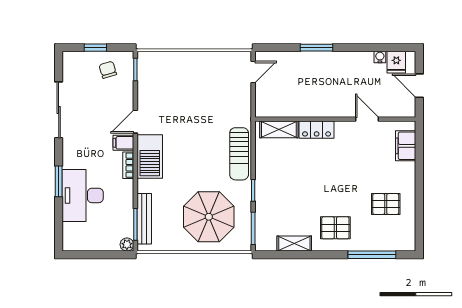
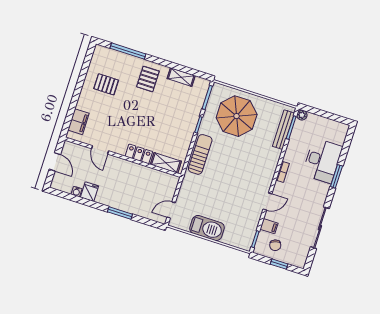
fridge: (396, 62) -> (89, 192), moved
filing cabinet: (123, 143) -> (269, 226), moved
barbecue: (150, 157) -> (207, 228), moved, turned 90
pallet: (335, 228) -> (148, 79), turned 90

